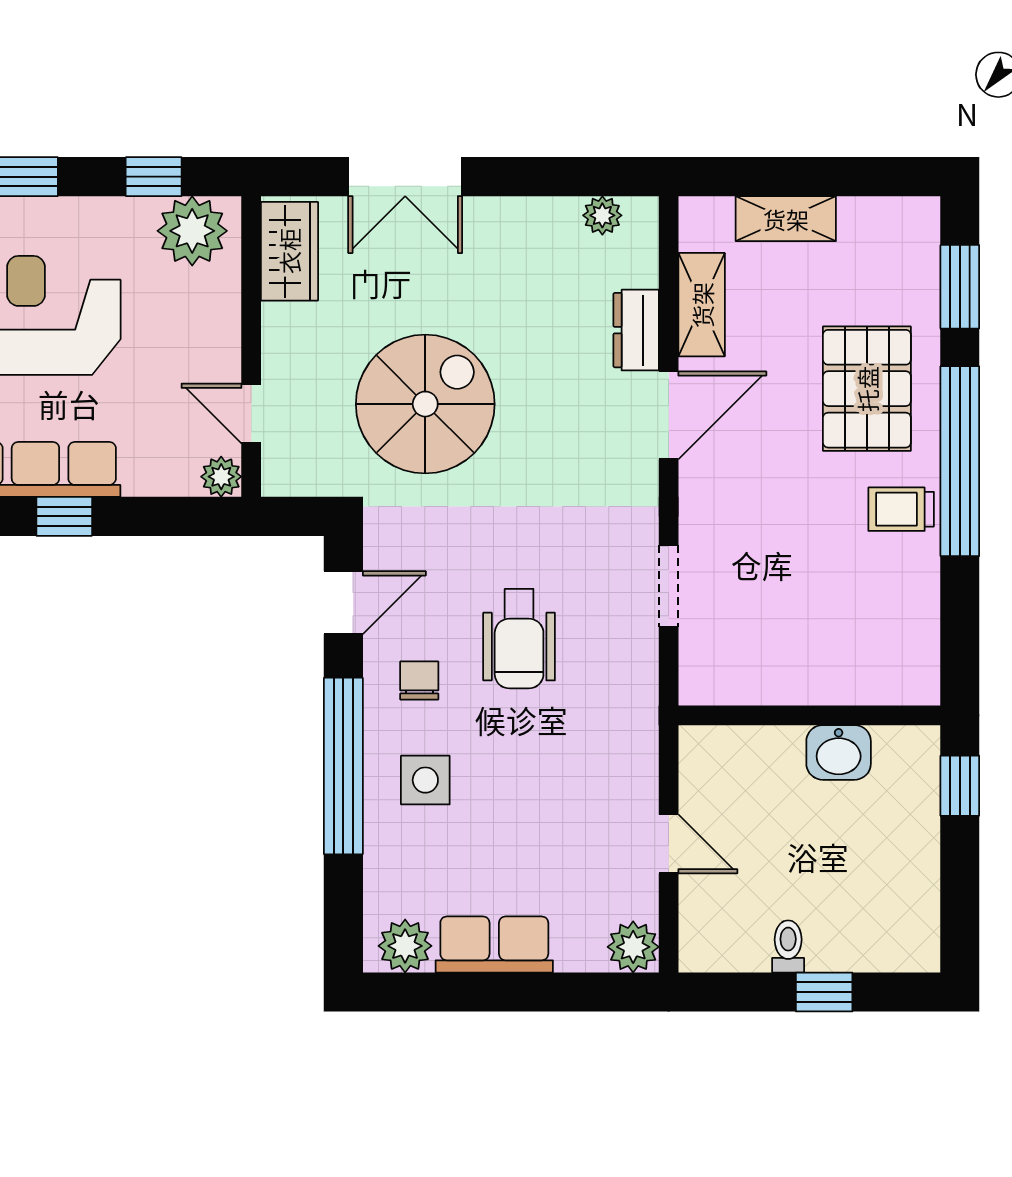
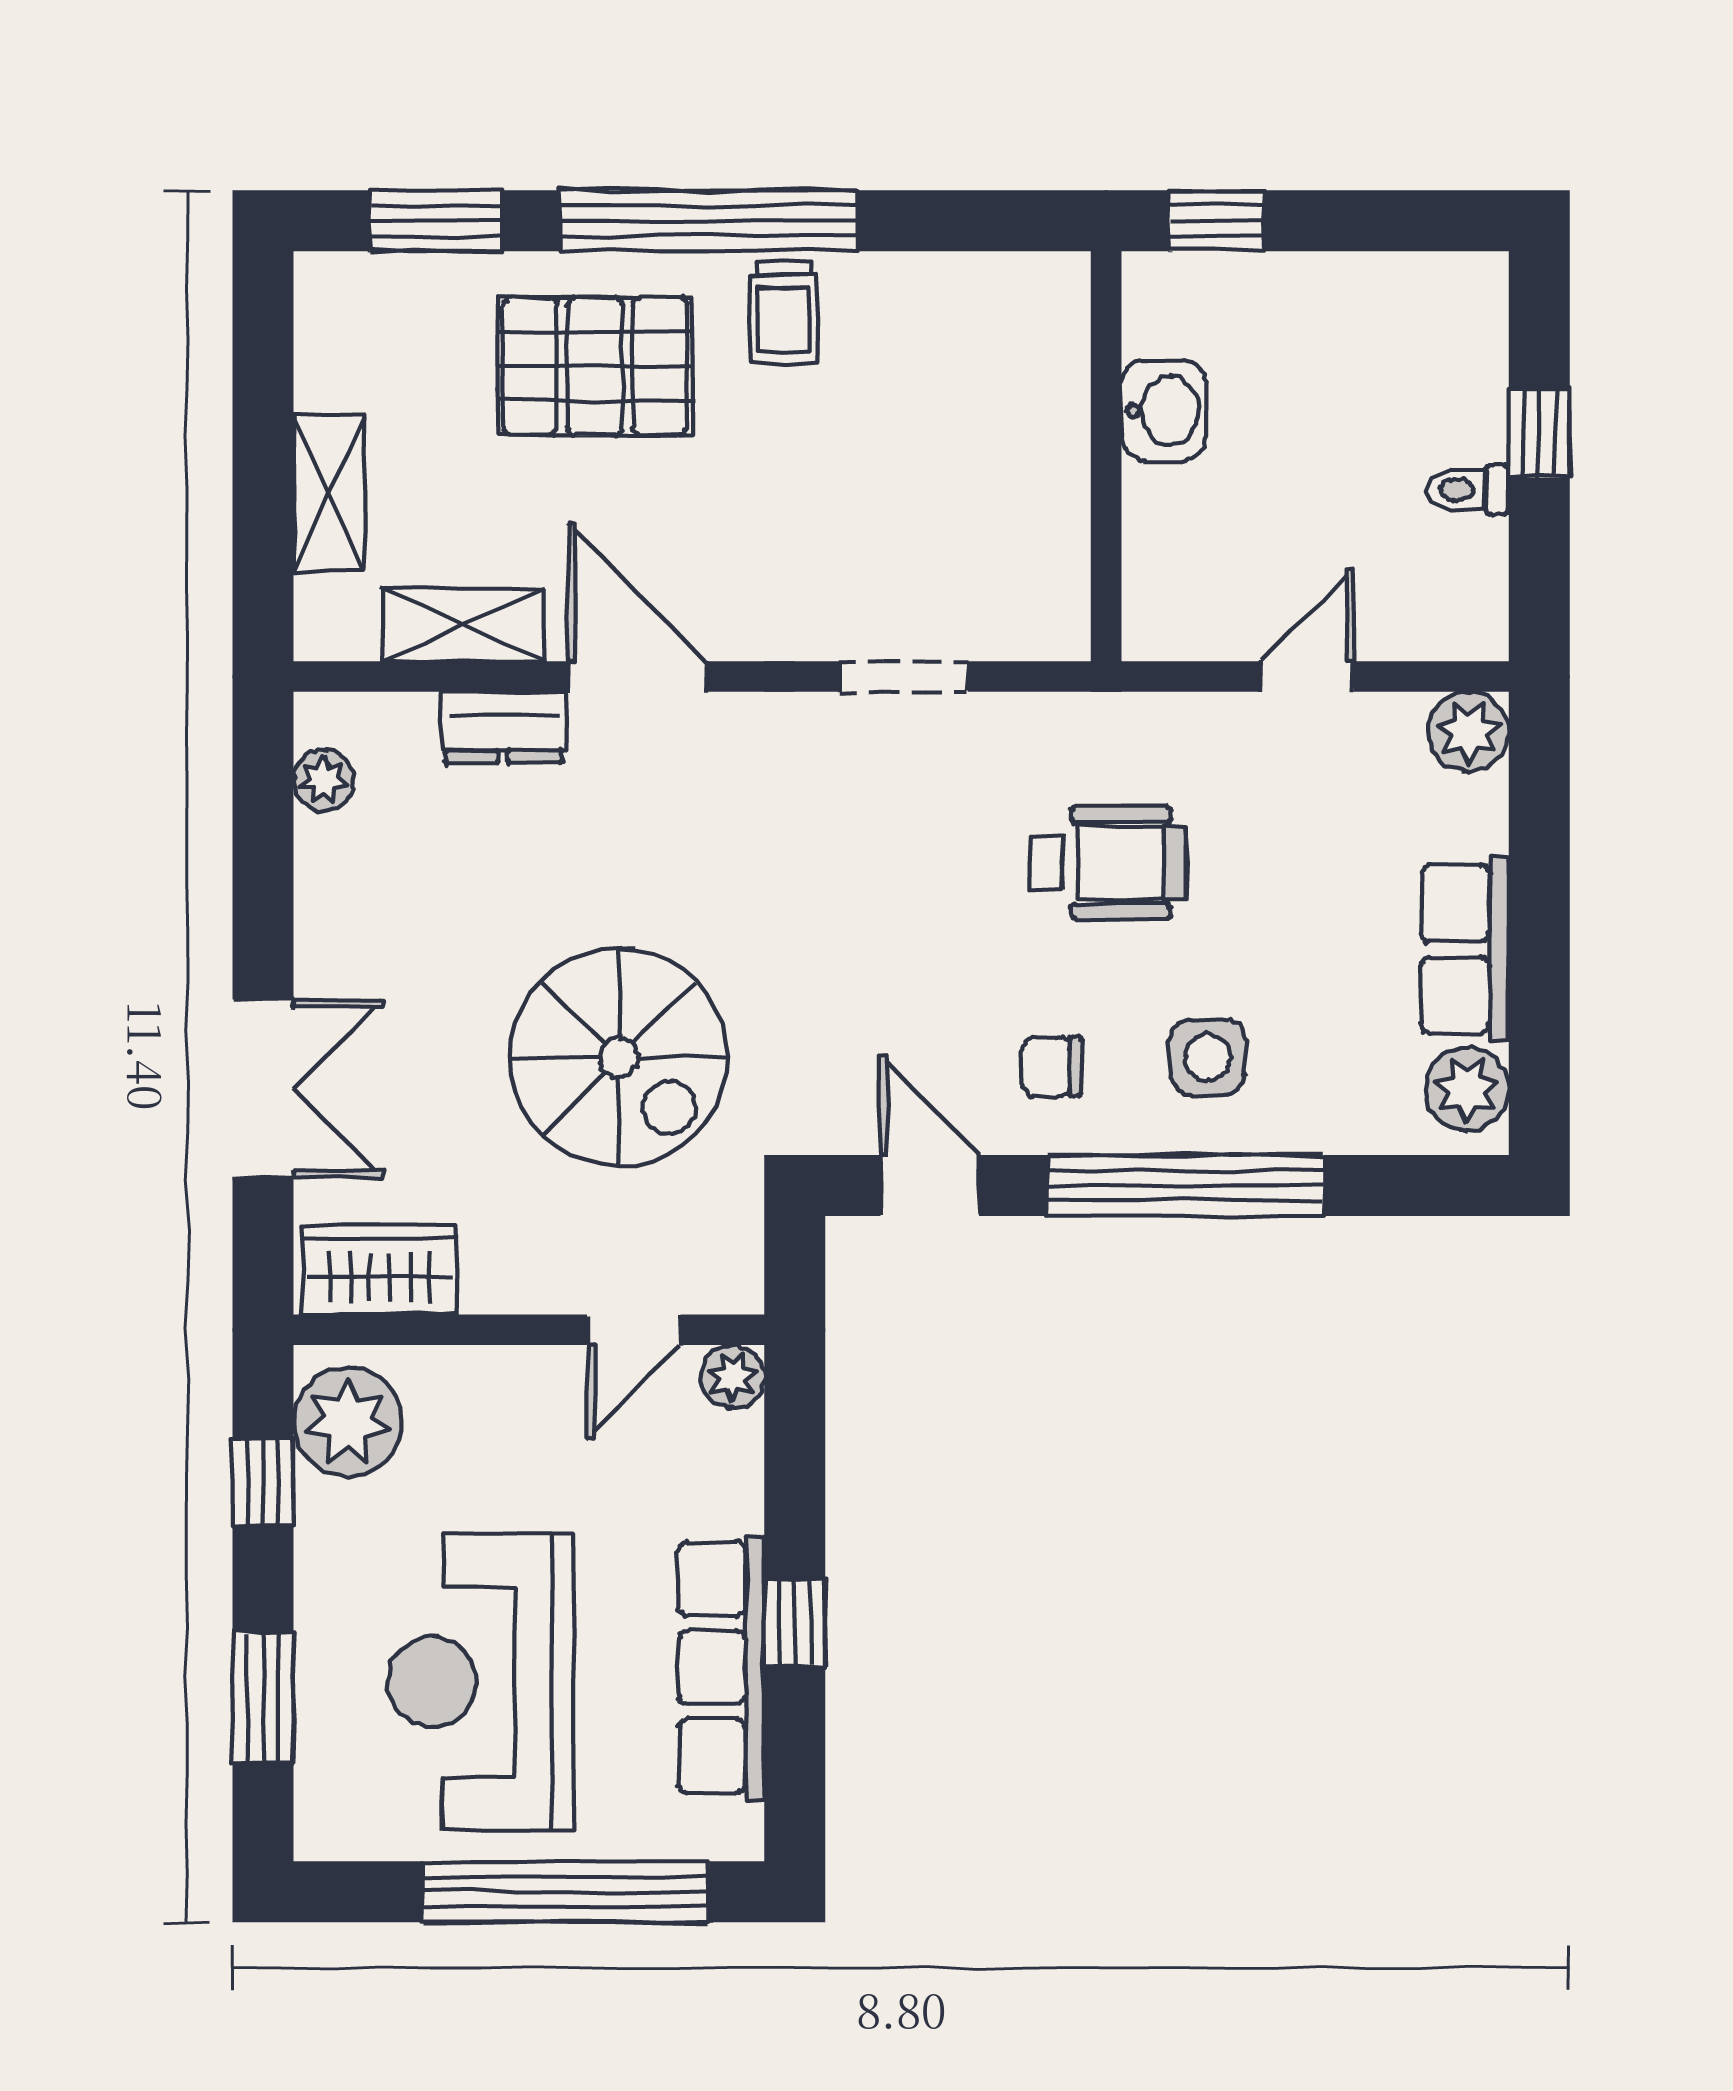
spiral stairs: (425, 404) -> (619, 1057), turned 180
wheelchair: (519, 639) -> (1109, 863), moved

